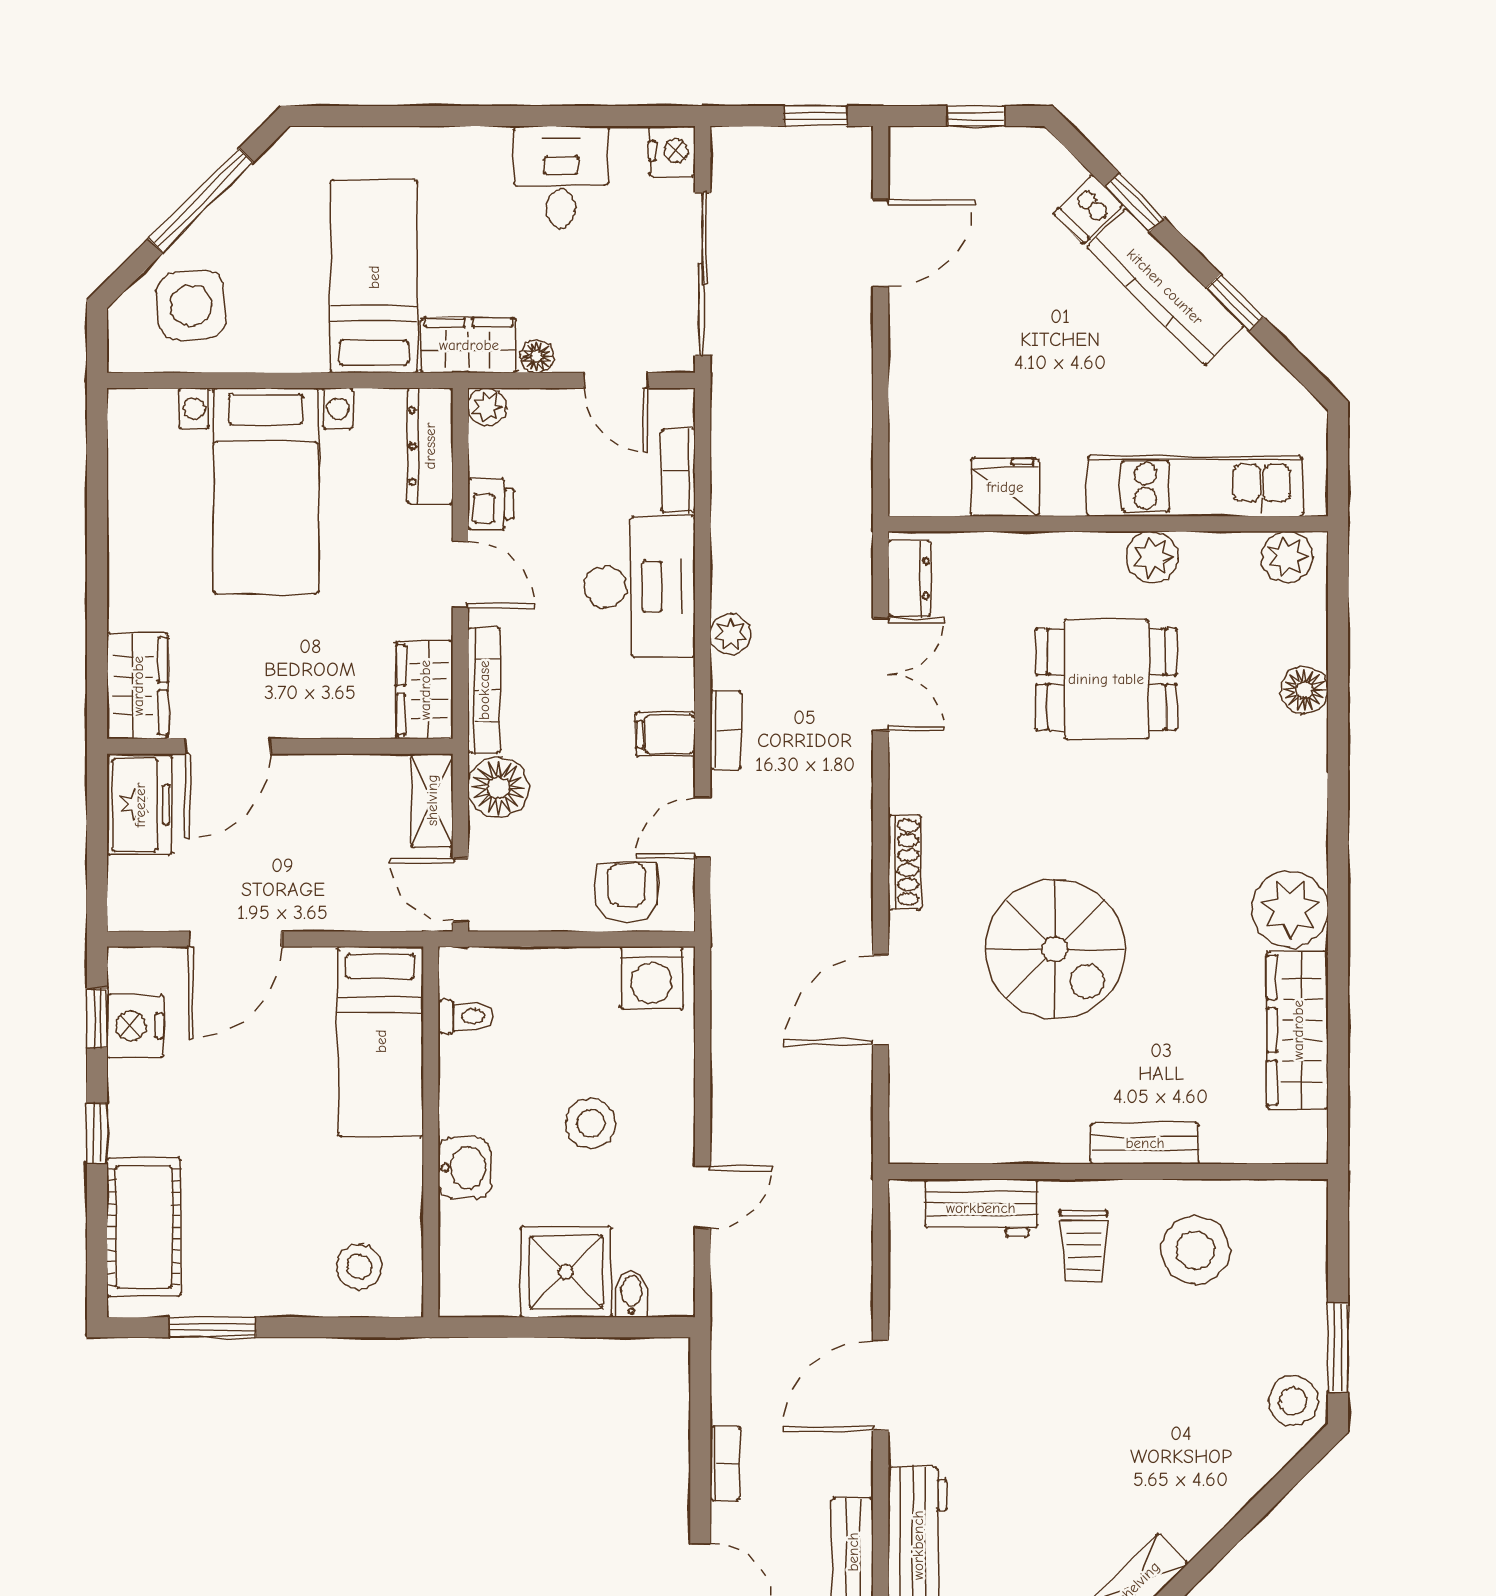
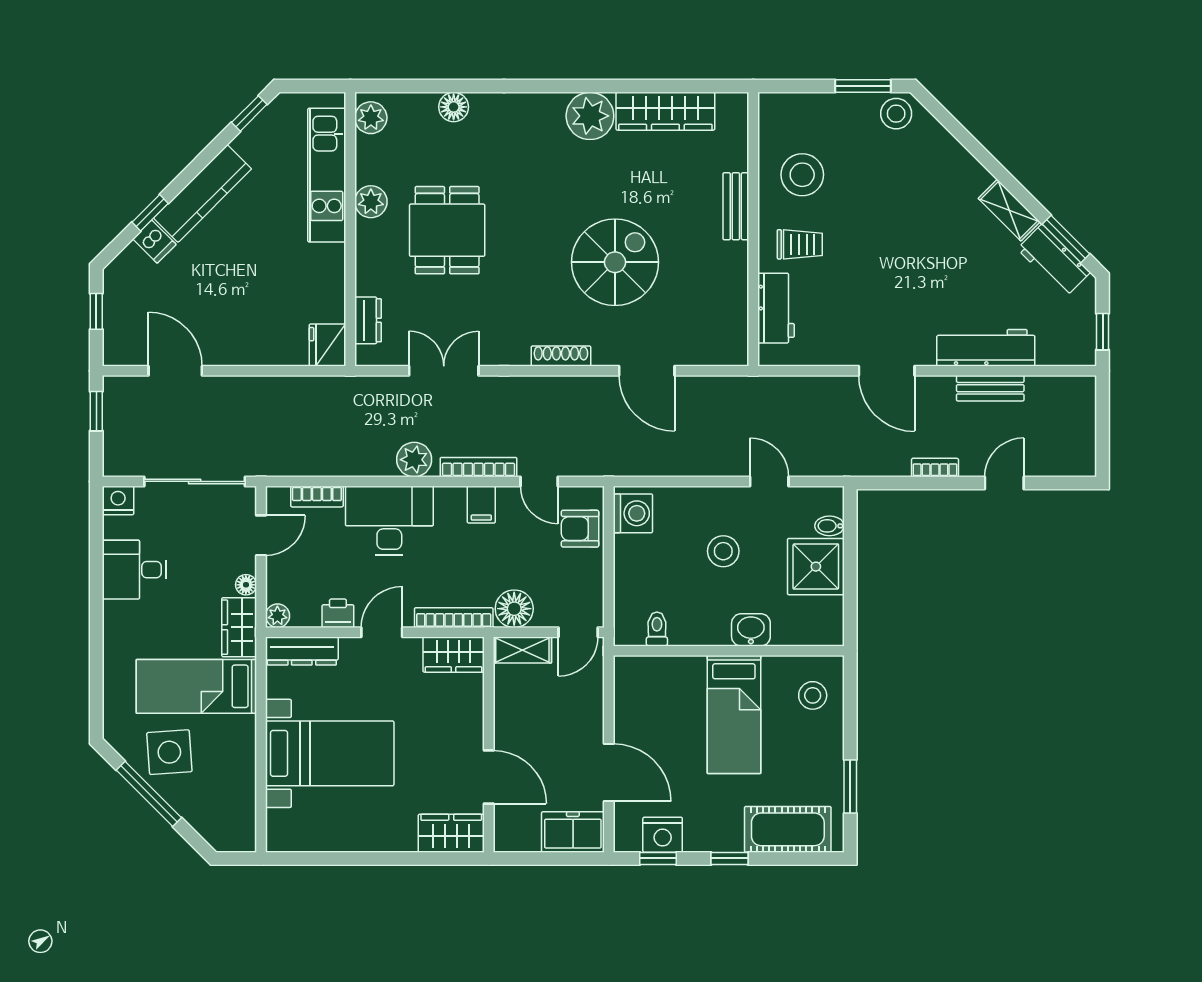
window: (1235, 302) -> (249, 113), moved
side table: (191, 305) -> (169, 752), moved
fridge: (1005, 487) -> (327, 345), moved
dresser: (909, 578) -> (368, 320), moved, turned 90
plant: (730, 634) -> (414, 460), width x1.38, depth x1.38
bookcase: (726, 730) -> (478, 467), width x1.56
freezer: (140, 805) -> (573, 832), moved
bed: (381, 1041) -> (734, 714), moved, turned 90

